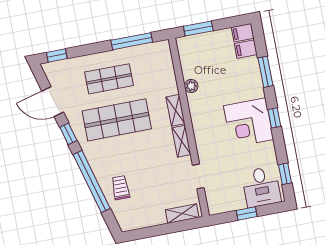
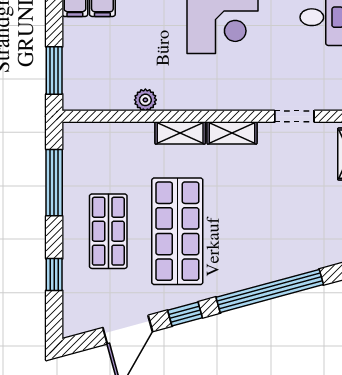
window: (57, 56) -> (54, 275), moved
trolley: (121, 188) -> (289, 246), removed

